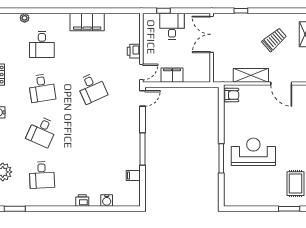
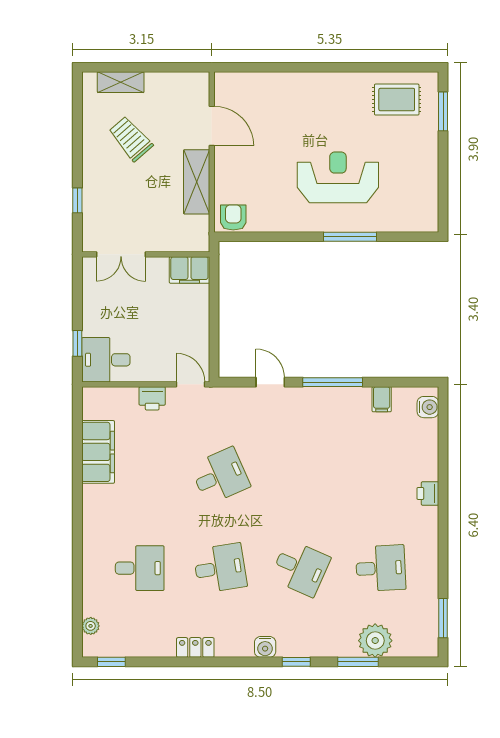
plant: (25, 18) -> (91, 626), moved
filing cabinet: (87, 22) -> (98, 452), moved
desk: (172, 26) -> (106, 360), moved
double door: (212, 34) -> (121, 254), width x0.73
filing cabinet: (172, 75) -> (189, 270), moved, turned -90
door: (281, 83) -> (212, 126), hinge flipped
door: (143, 98) -> (270, 382), moved
reception desk: (253, 152) -> (338, 177), turned 90
water cooler: (107, 200) -> (428, 407), moved

